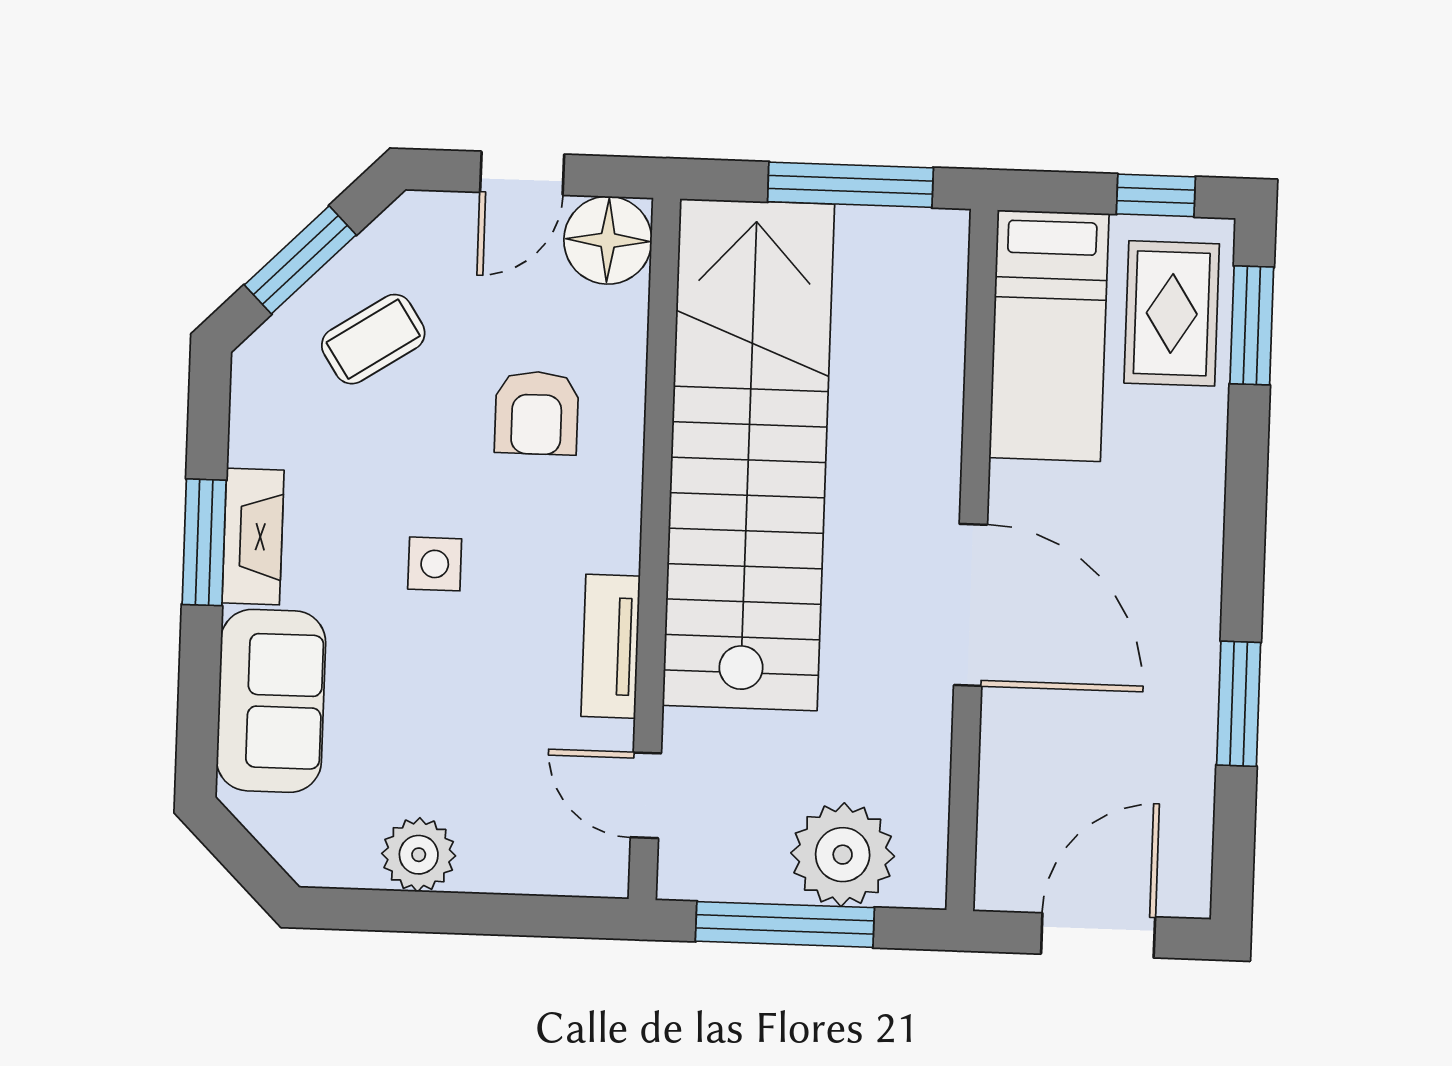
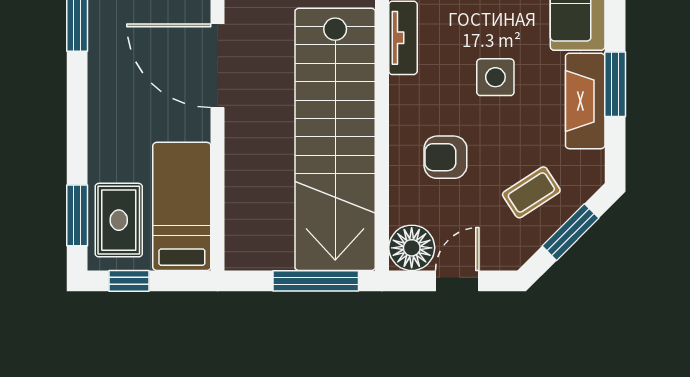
window: (850, 185) -> (316, 281), moved
armchair: (537, 413) -> (445, 157), turned -90
fireplace: (253, 537) -> (585, 101), width x1.37, depth x1.32
side table: (435, 564) -> (495, 77), width x1.37, depth x1.37

